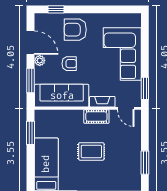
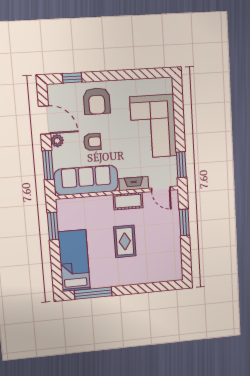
armchair: (75, 30) -> (97, 101), turned -90
rug: (91, 151) -> (125, 241), turned 90
window: (145, 163) -> (184, 222), moved

